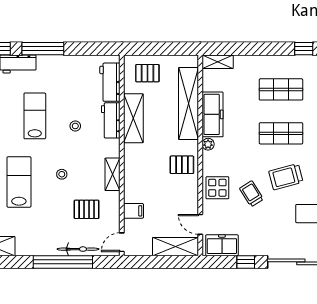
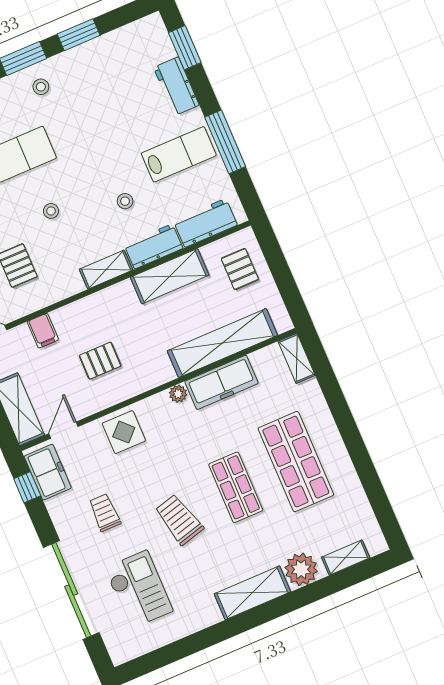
window: (43, 49) -> (225, 142), moved
window: (304, 49) -> (365, 469), removed
shop shelf: (281, 89) -> (296, 462), width x1.43, depth x1.36
lab bench: (35, 116) -> (179, 154), moved
pallet: (182, 165) -> (100, 361), moved, turned 90
shelving: (112, 174) -> (106, 270), moved
trolley: (252, 194) -> (105, 512), moved, turned -58
window: (246, 262) -> (27, 487), moved

